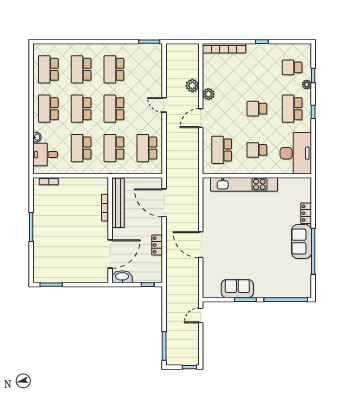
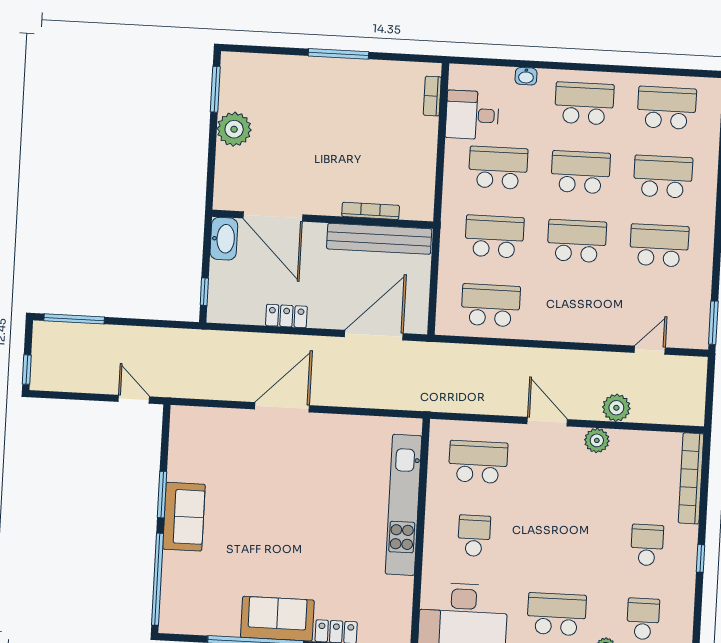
door: (164, 105) -> (650, 350), moved
school desk: (257, 109) -> (647, 545), moved
desk: (45, 155) -> (472, 115), moved, turned -90
plant: (70, 275) -> (234, 129), added
sofa: (237, 289) -> (184, 517), moved

